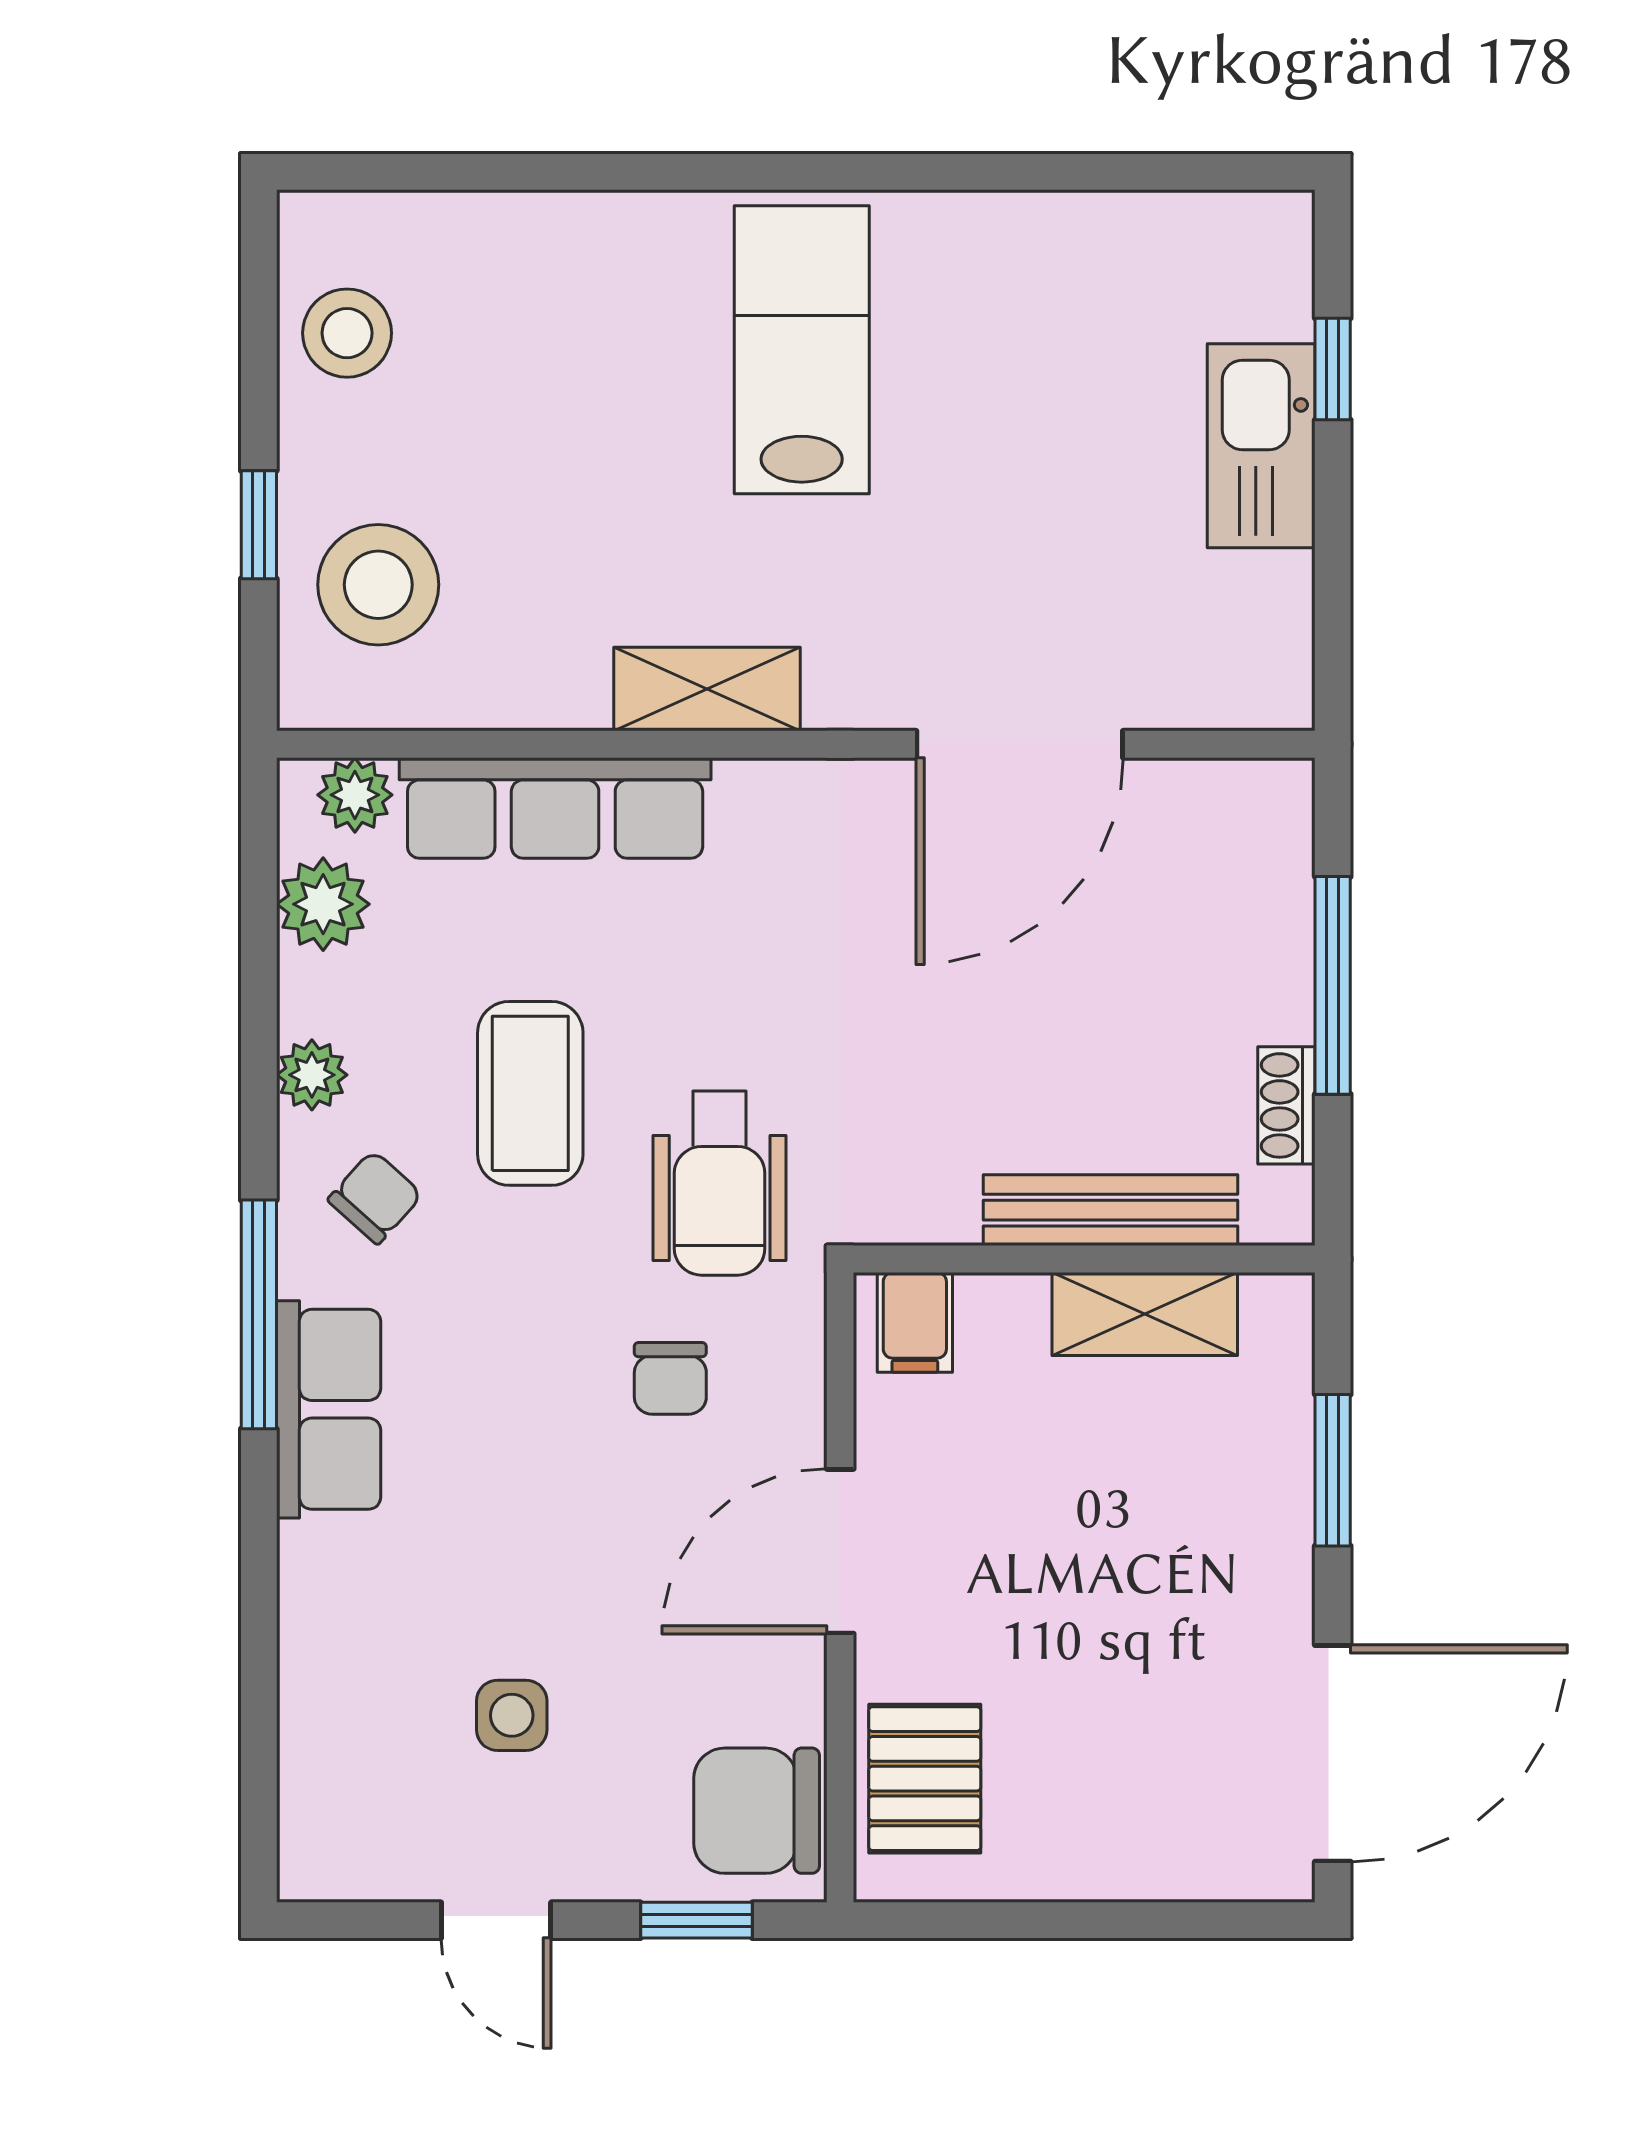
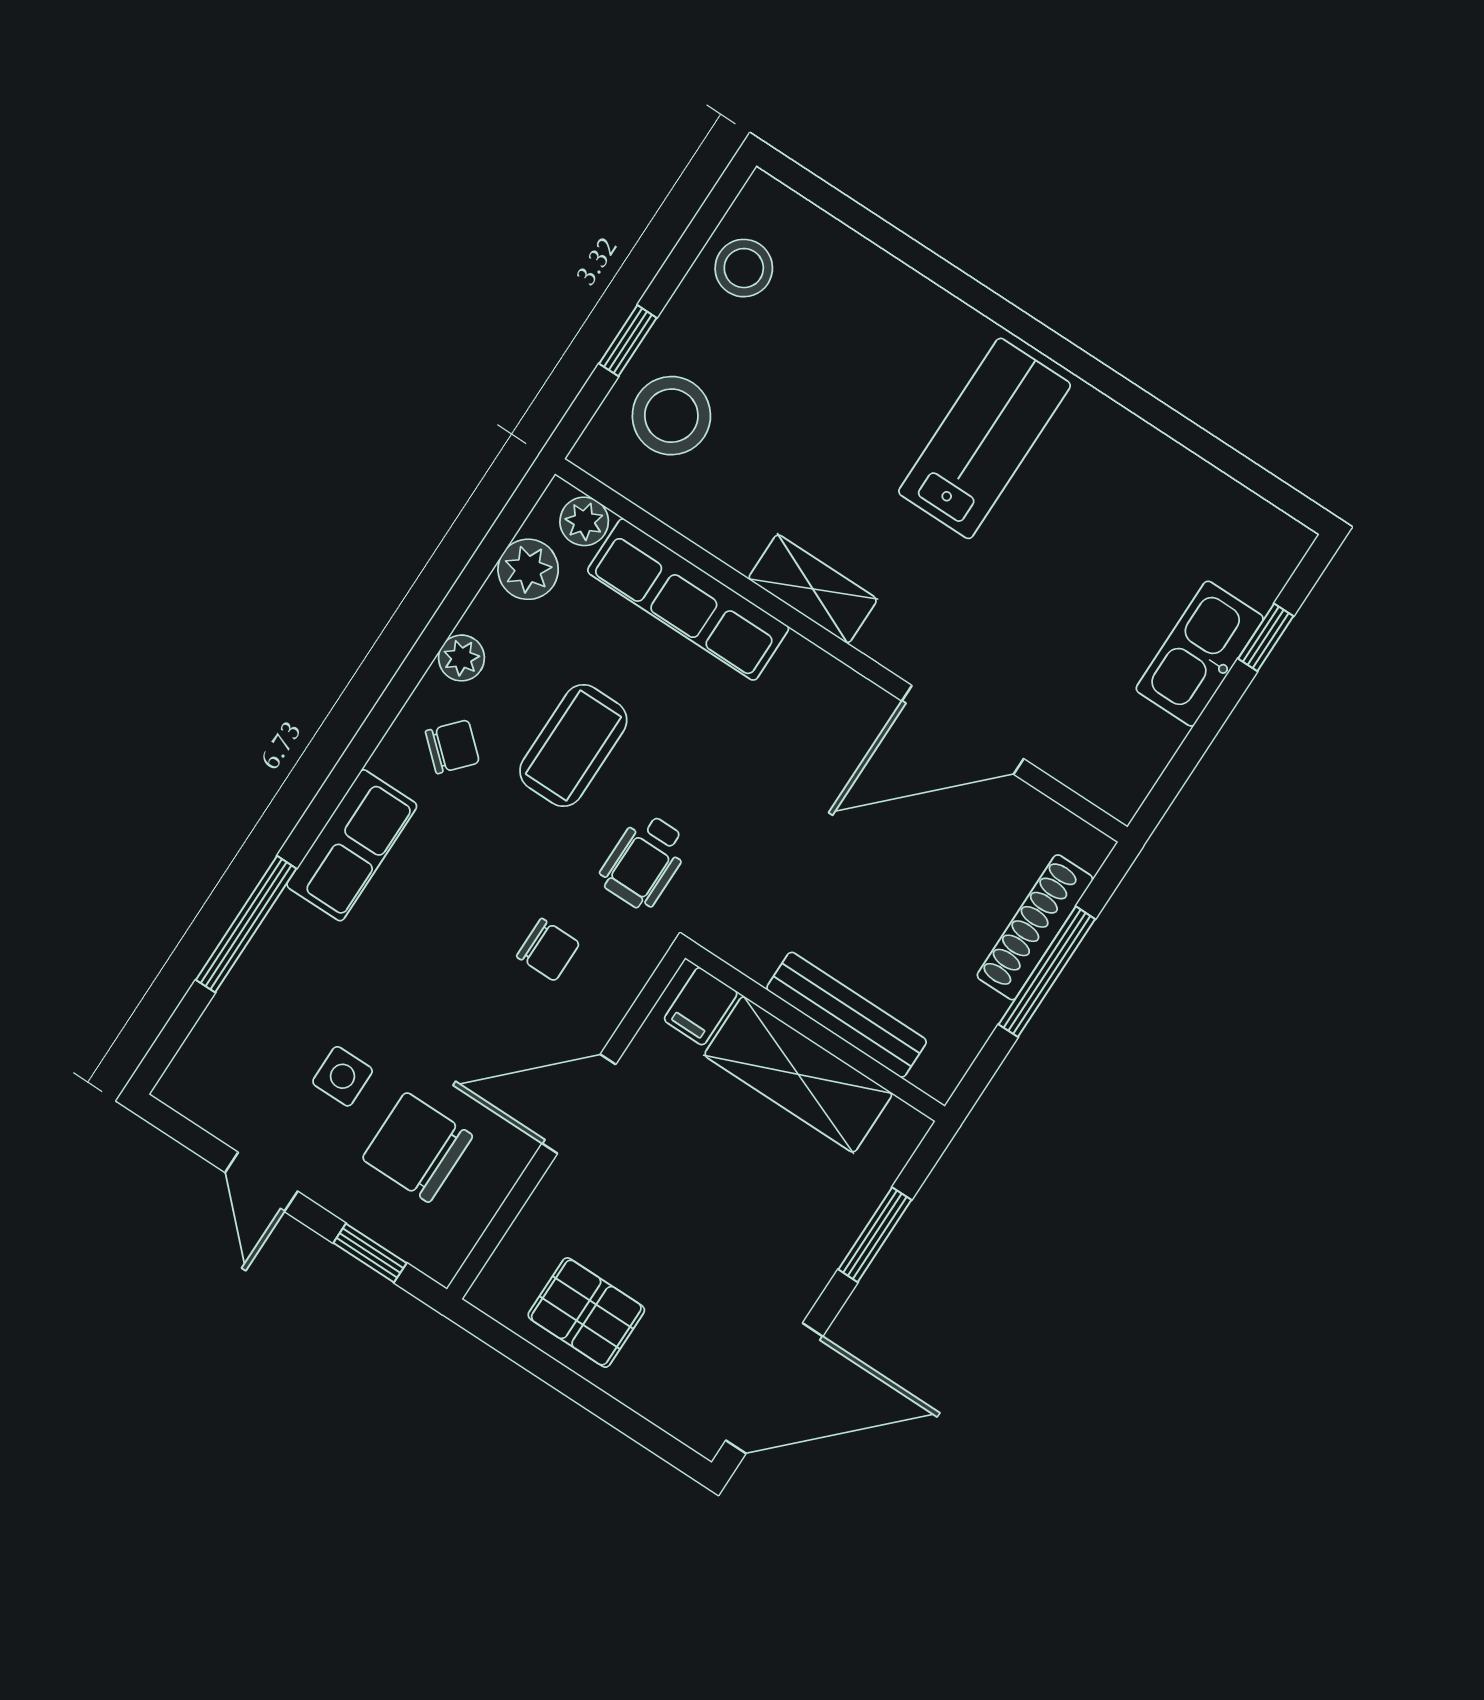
shoe rack: (1286, 1105) -> (1035, 927), moved, width x1.94, depth x1.24
wheelchair: (720, 1183) -> (644, 861), width x0.73, depth x0.73
window: (259, 1314) -> (246, 924), moved
shelving: (1145, 1314) -> (798, 1074), width x1.50, depth x1.33
chair: (670, 1378) -> (548, 950), turned -90
pallet: (925, 1779) -> (586, 1313), moved, turned 90
chair: (757, 1811) -> (417, 1147), moved

